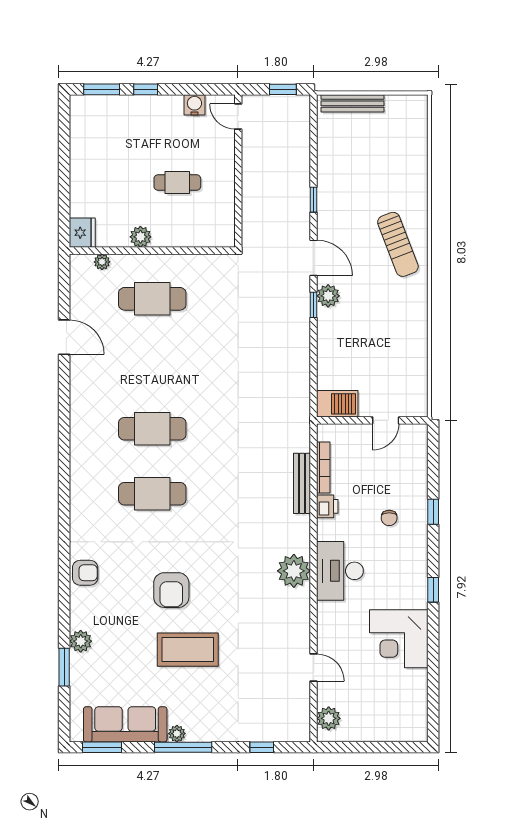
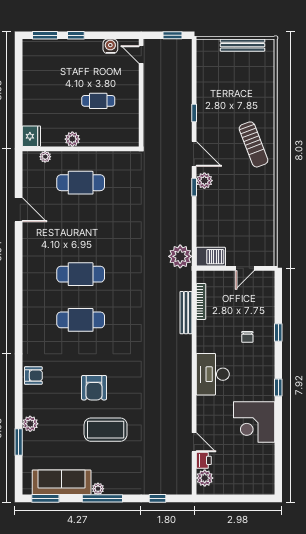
bench: (352, 103) -> (242, 45), moved
printer: (327, 506) -> (204, 460), moved
plant: (294, 571) -> (180, 256), moved

